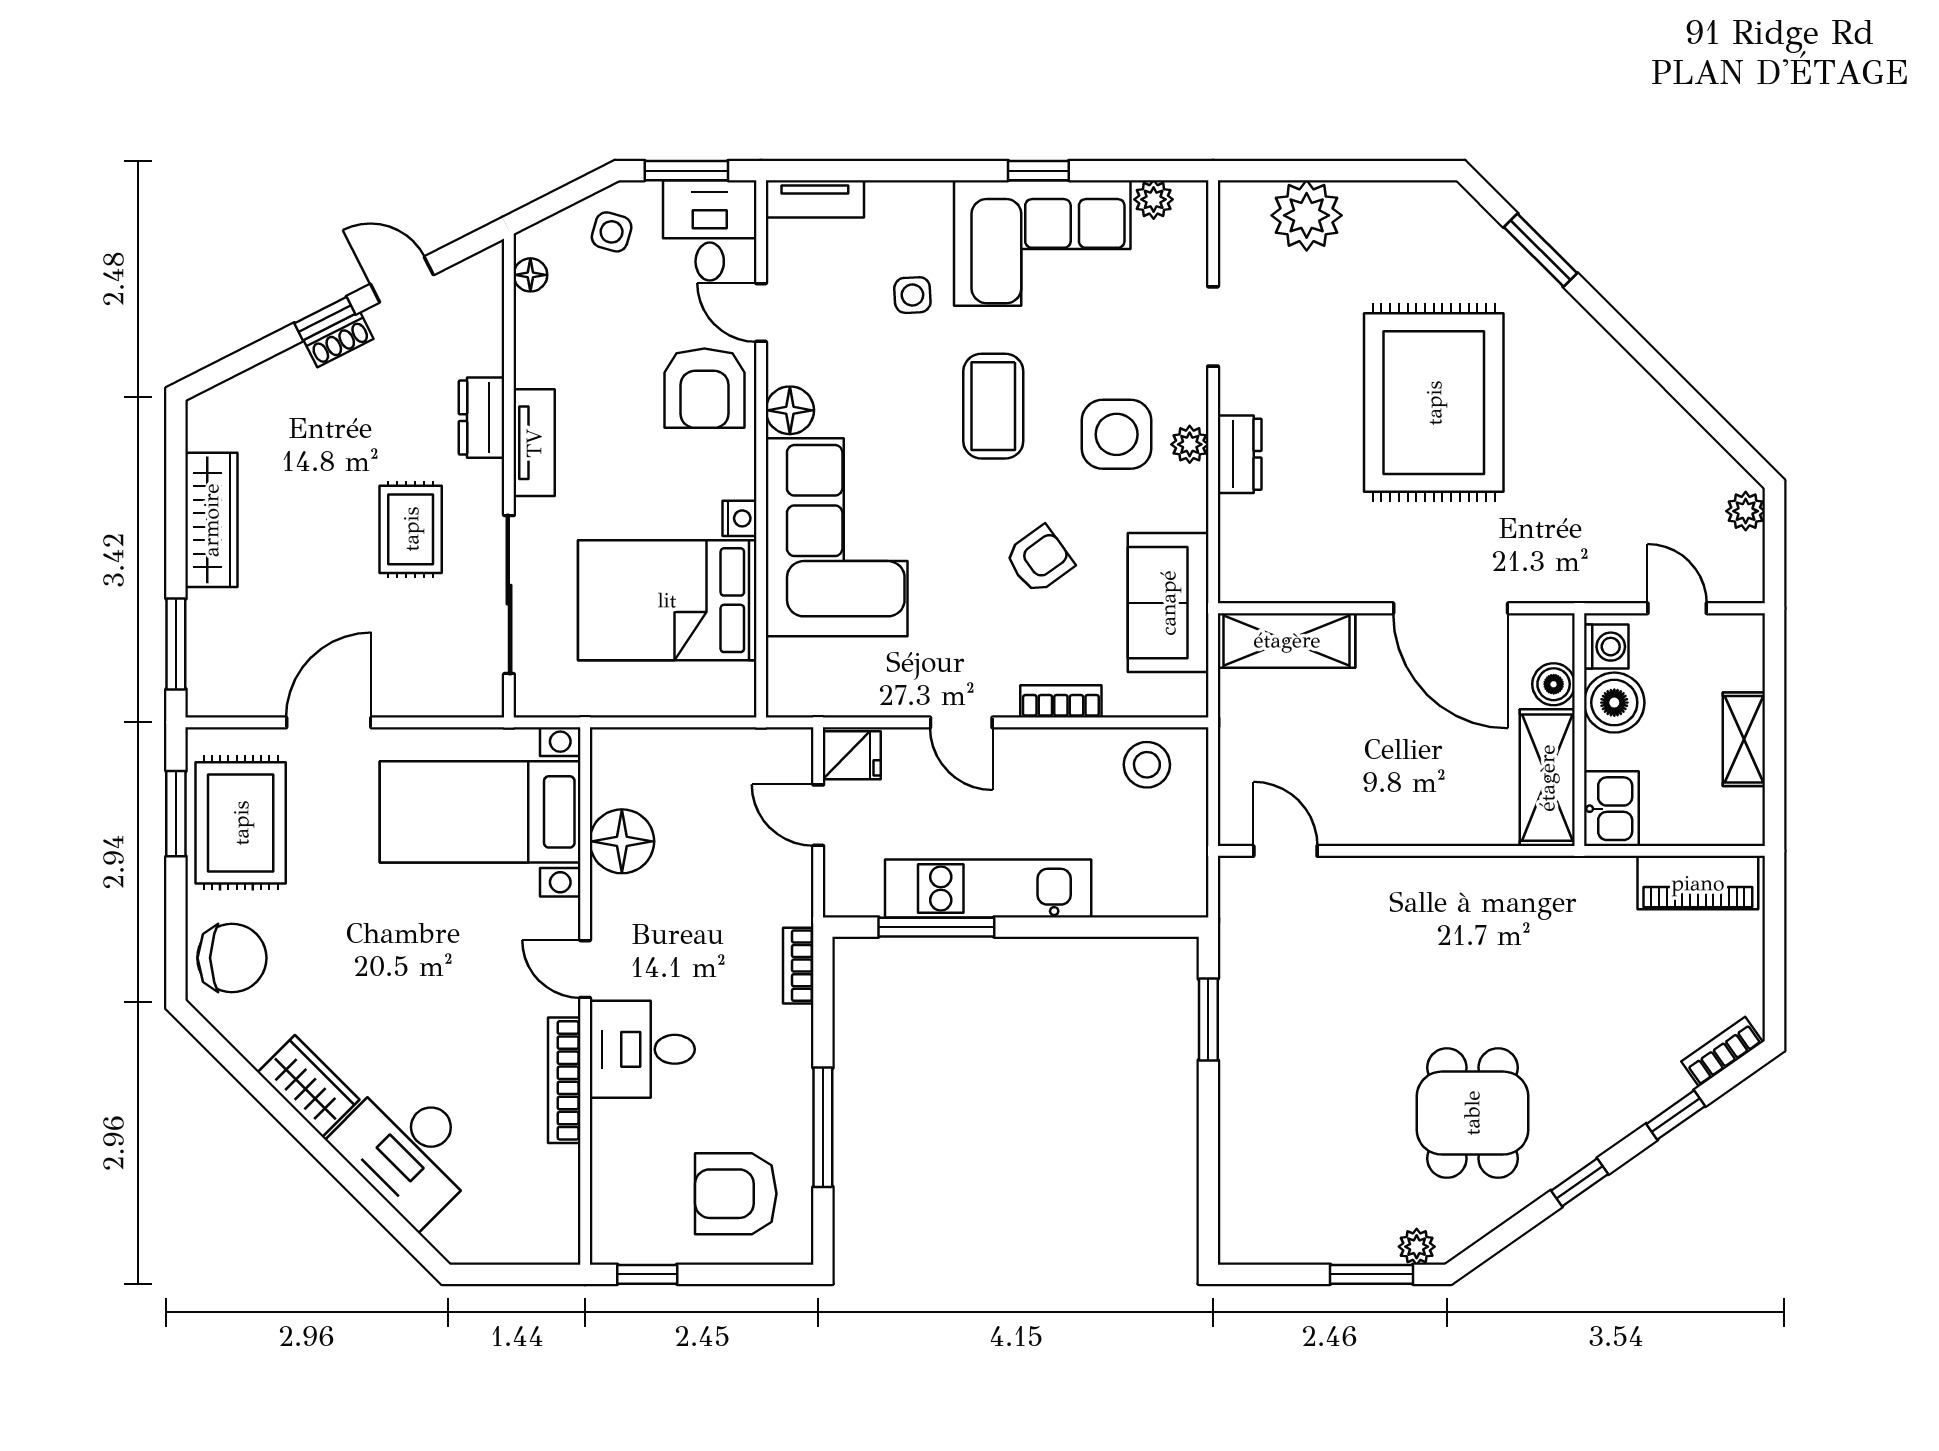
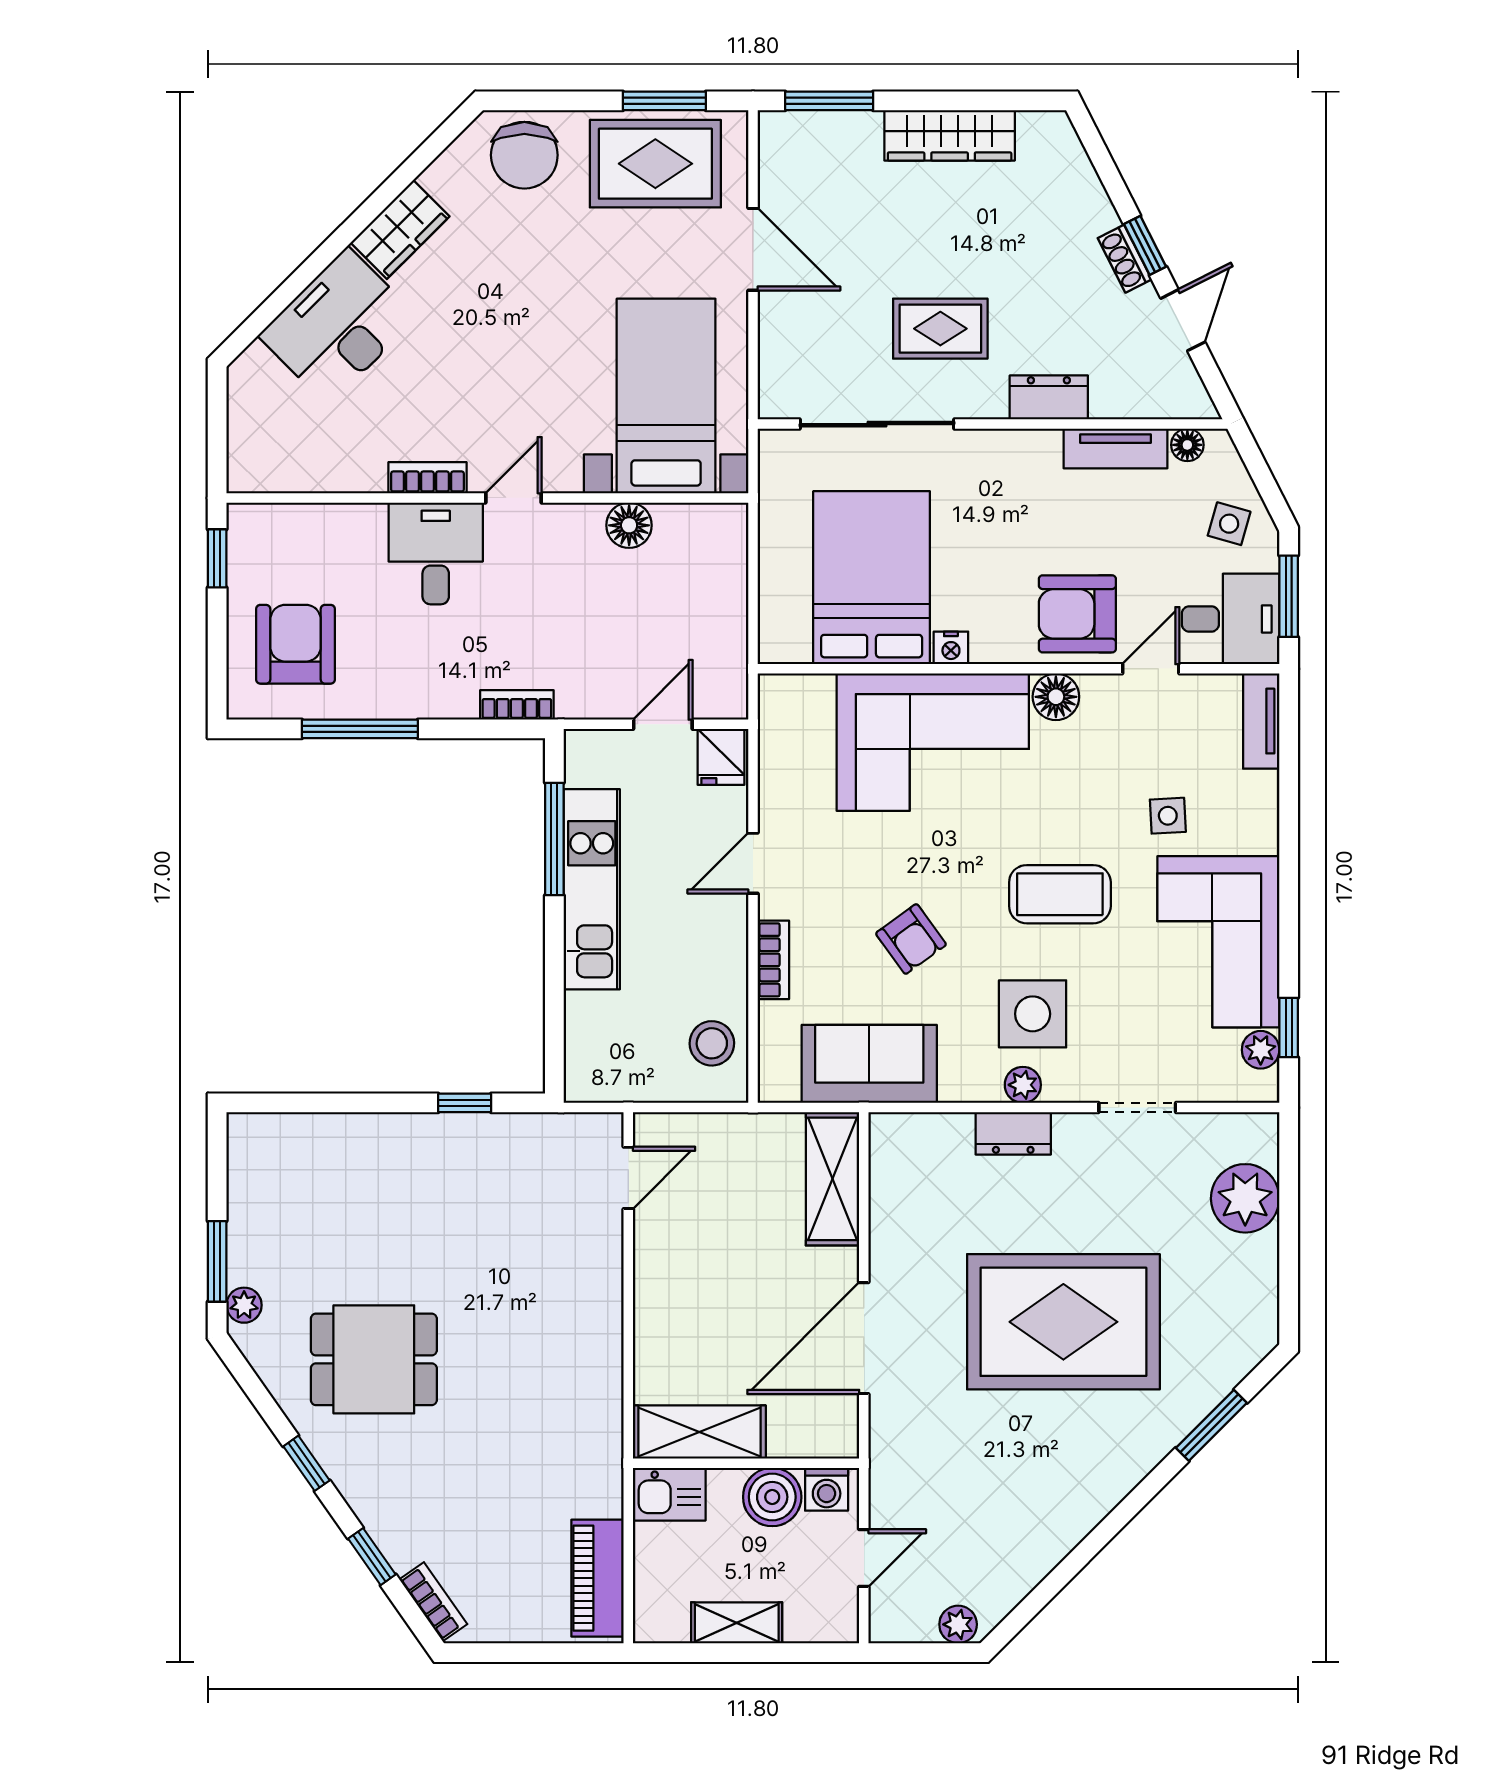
window: (1038, 171) -> (1289, 1027), moved
tv unit: (534, 443) -> (1116, 449), moved
boiler: (1554, 684) -> (790, 1438), removed
floor lamp: (622, 841) -> (629, 525), width x0.73, depth x0.73
window: (1208, 1019) -> (465, 1103), width x0.67
bookcase: (564, 1080) -> (427, 478), width x0.64

